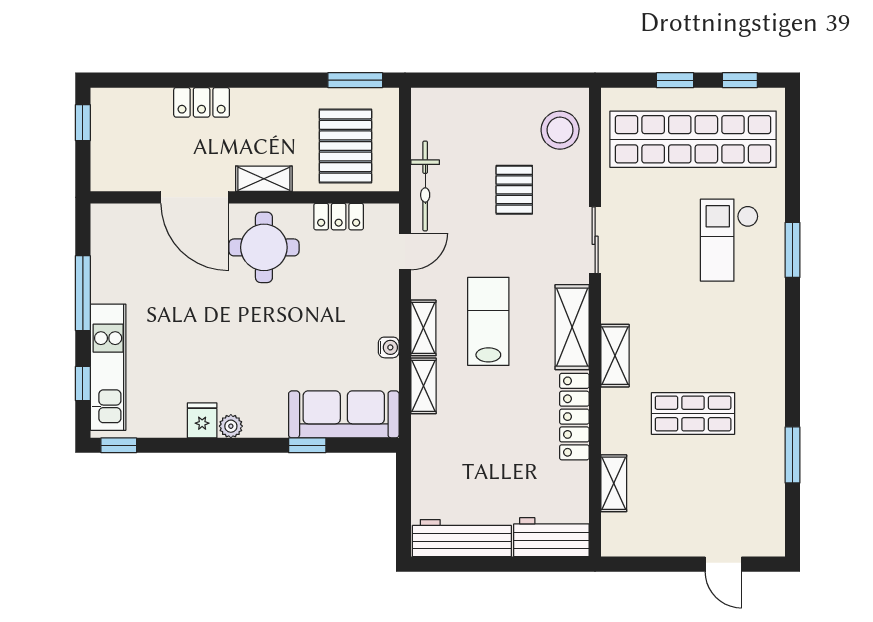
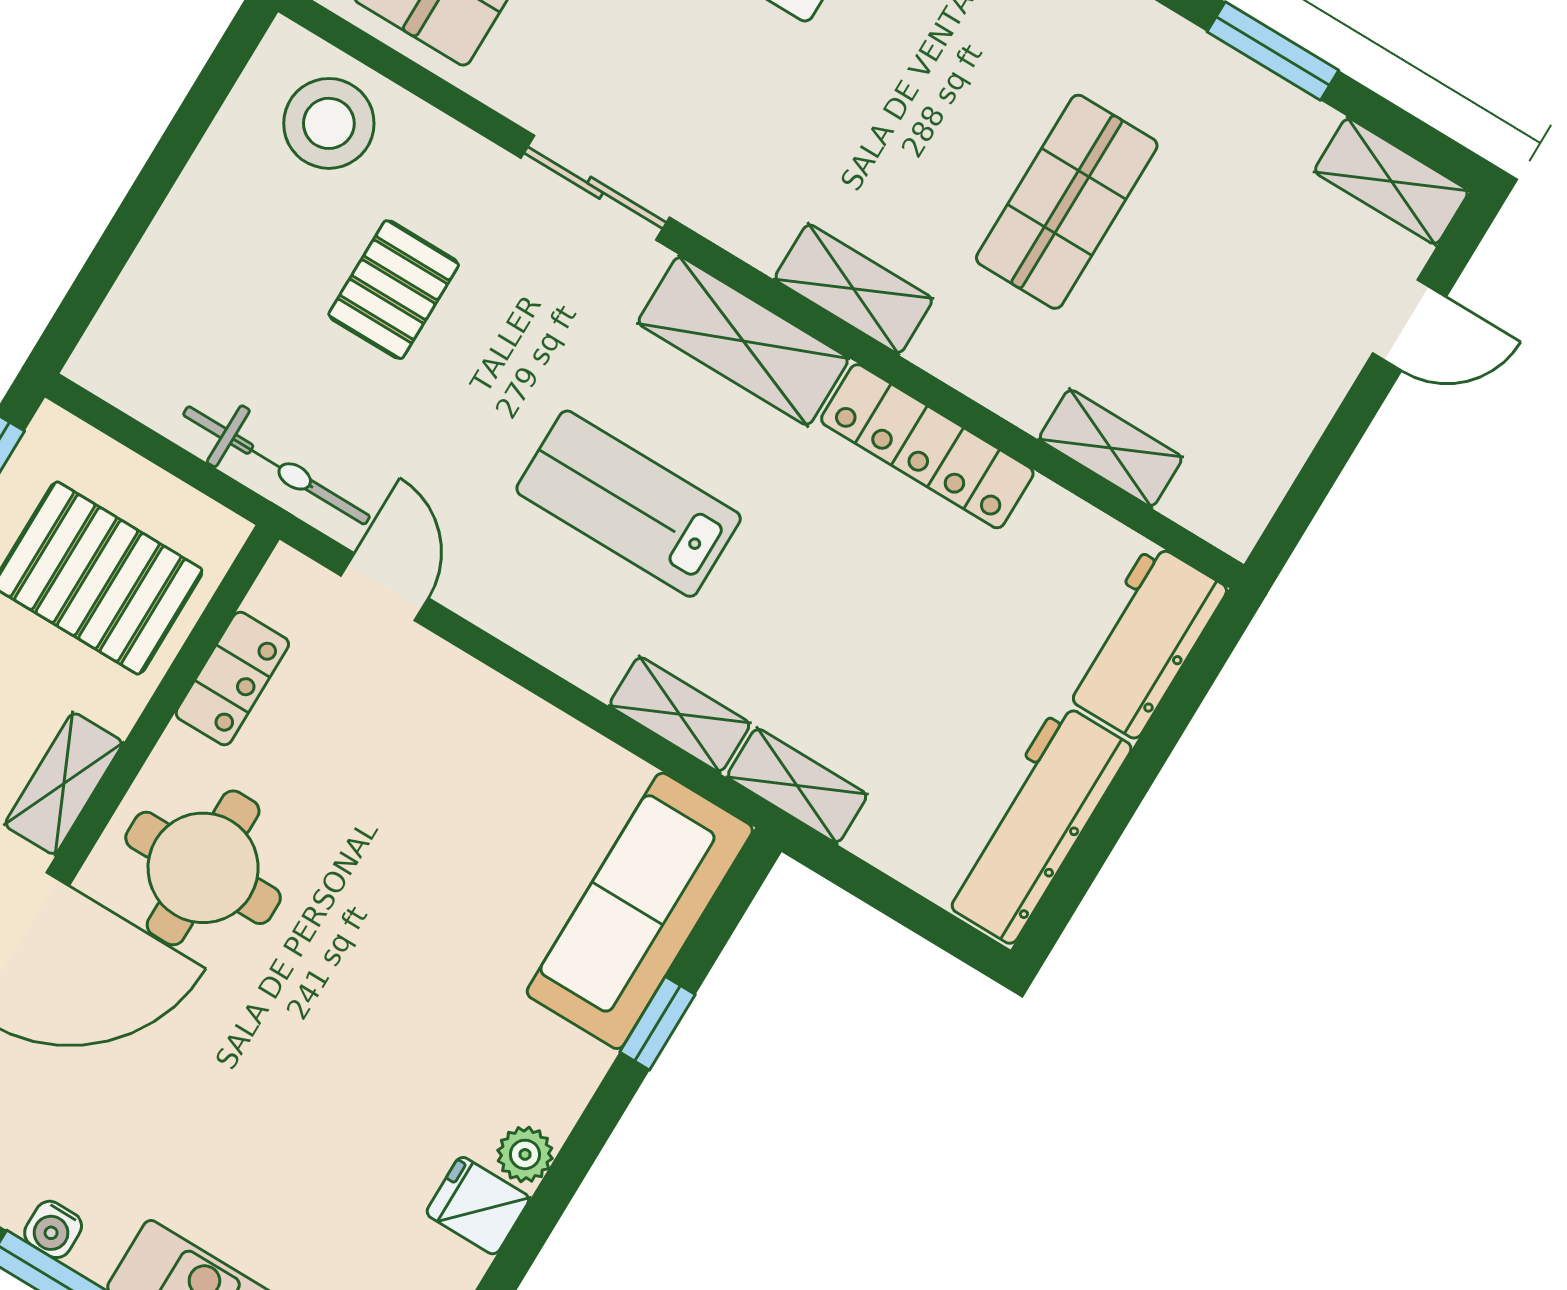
pallet: (514, 190) -> (394, 290), turned 90
shelving: (423, 328) -> (797, 786), moved
water cooler: (389, 347) -> (53, 1229), moved, turned 180
shelving: (771, 526) -> (1391, 181), added

